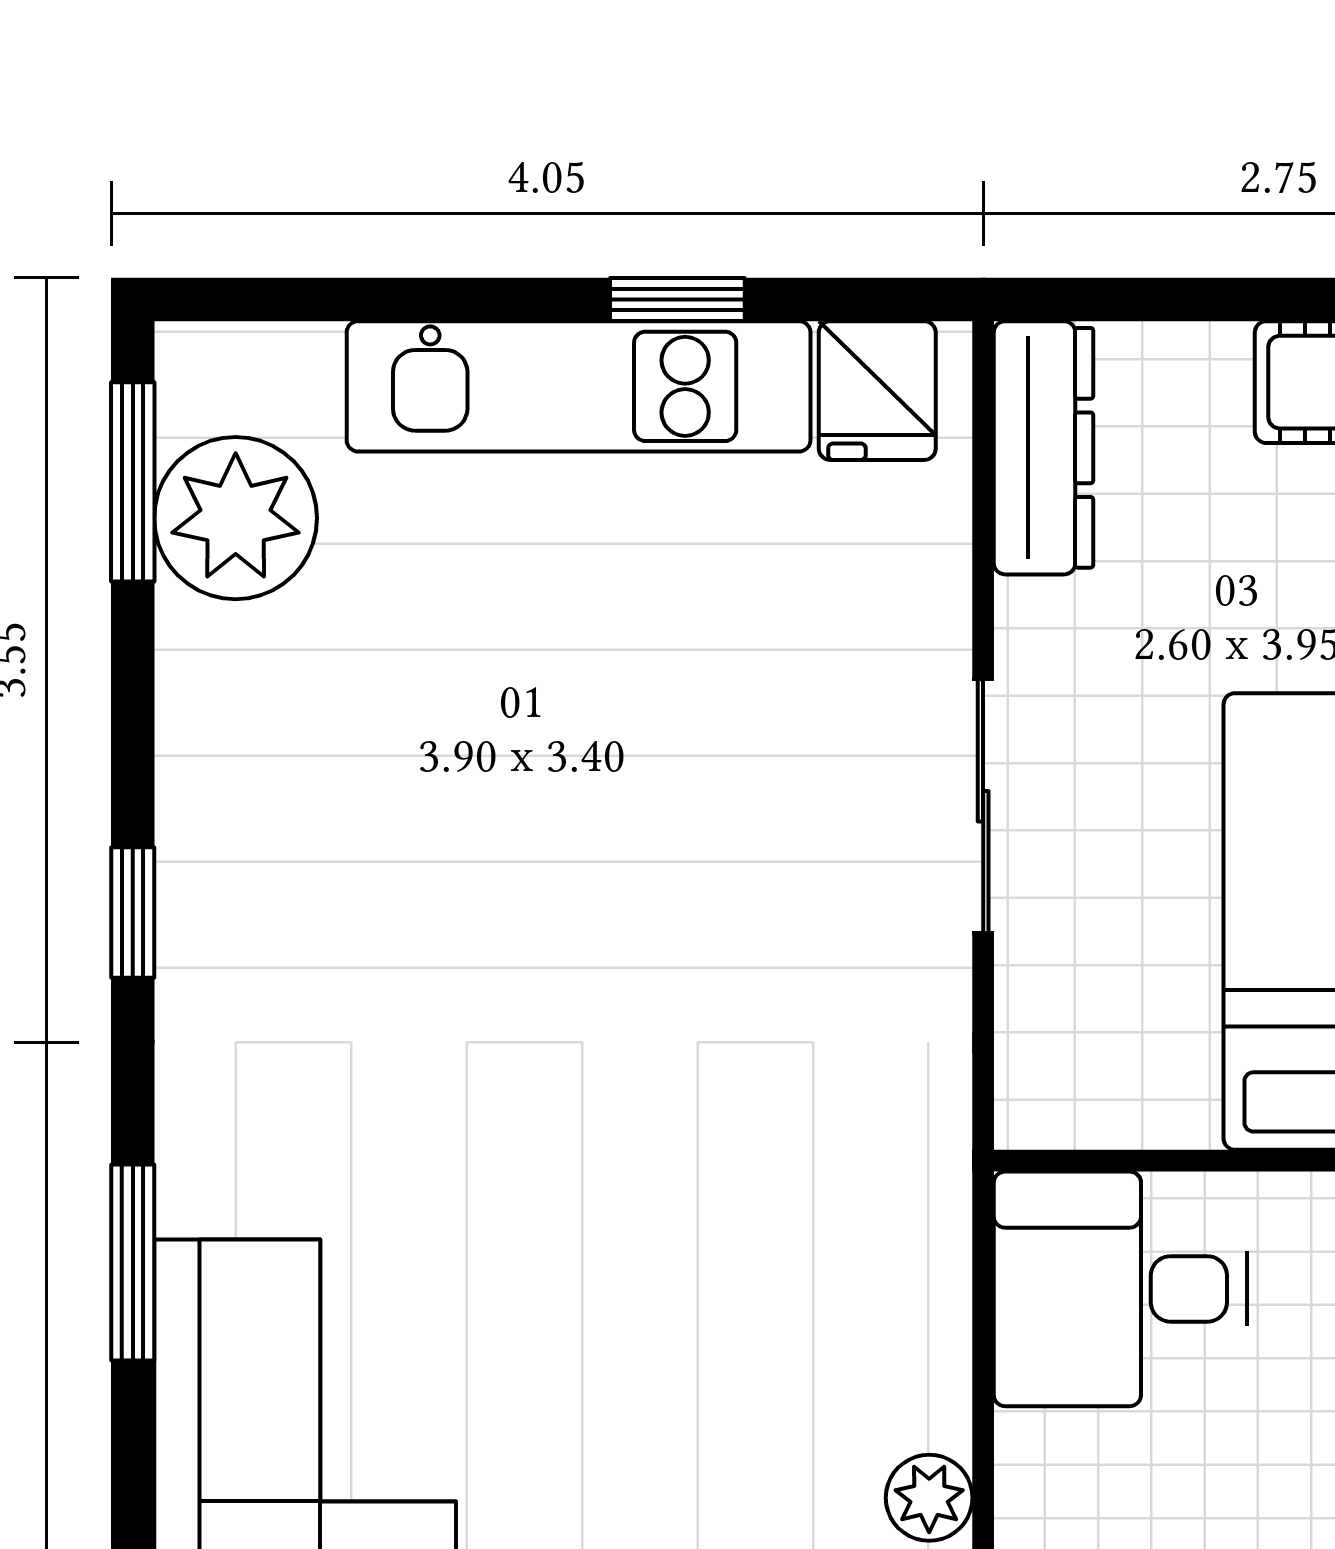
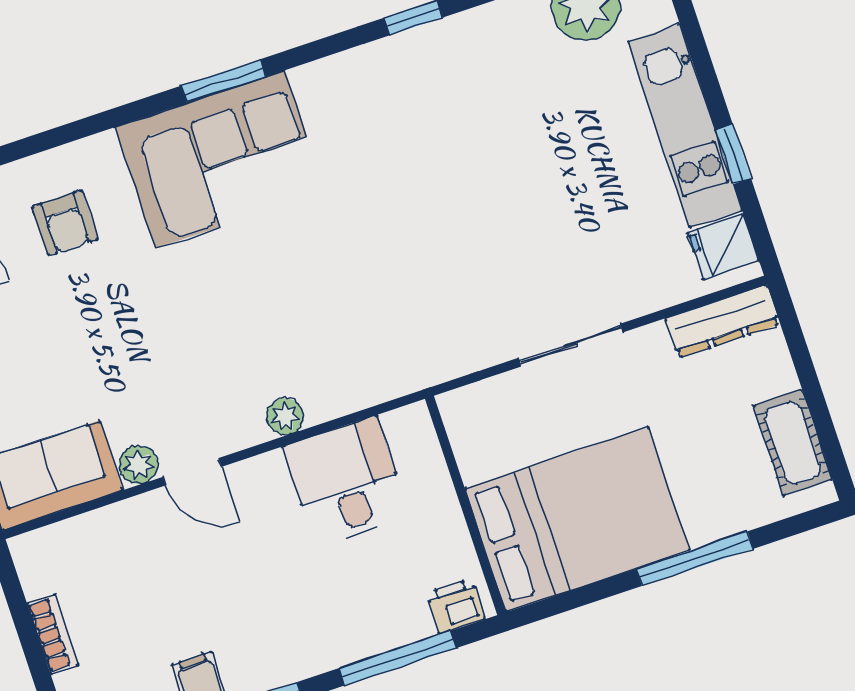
window: (133, 1262) -> (224, 81), moved
desk: (1121, 1289) -> (346, 482), moved

